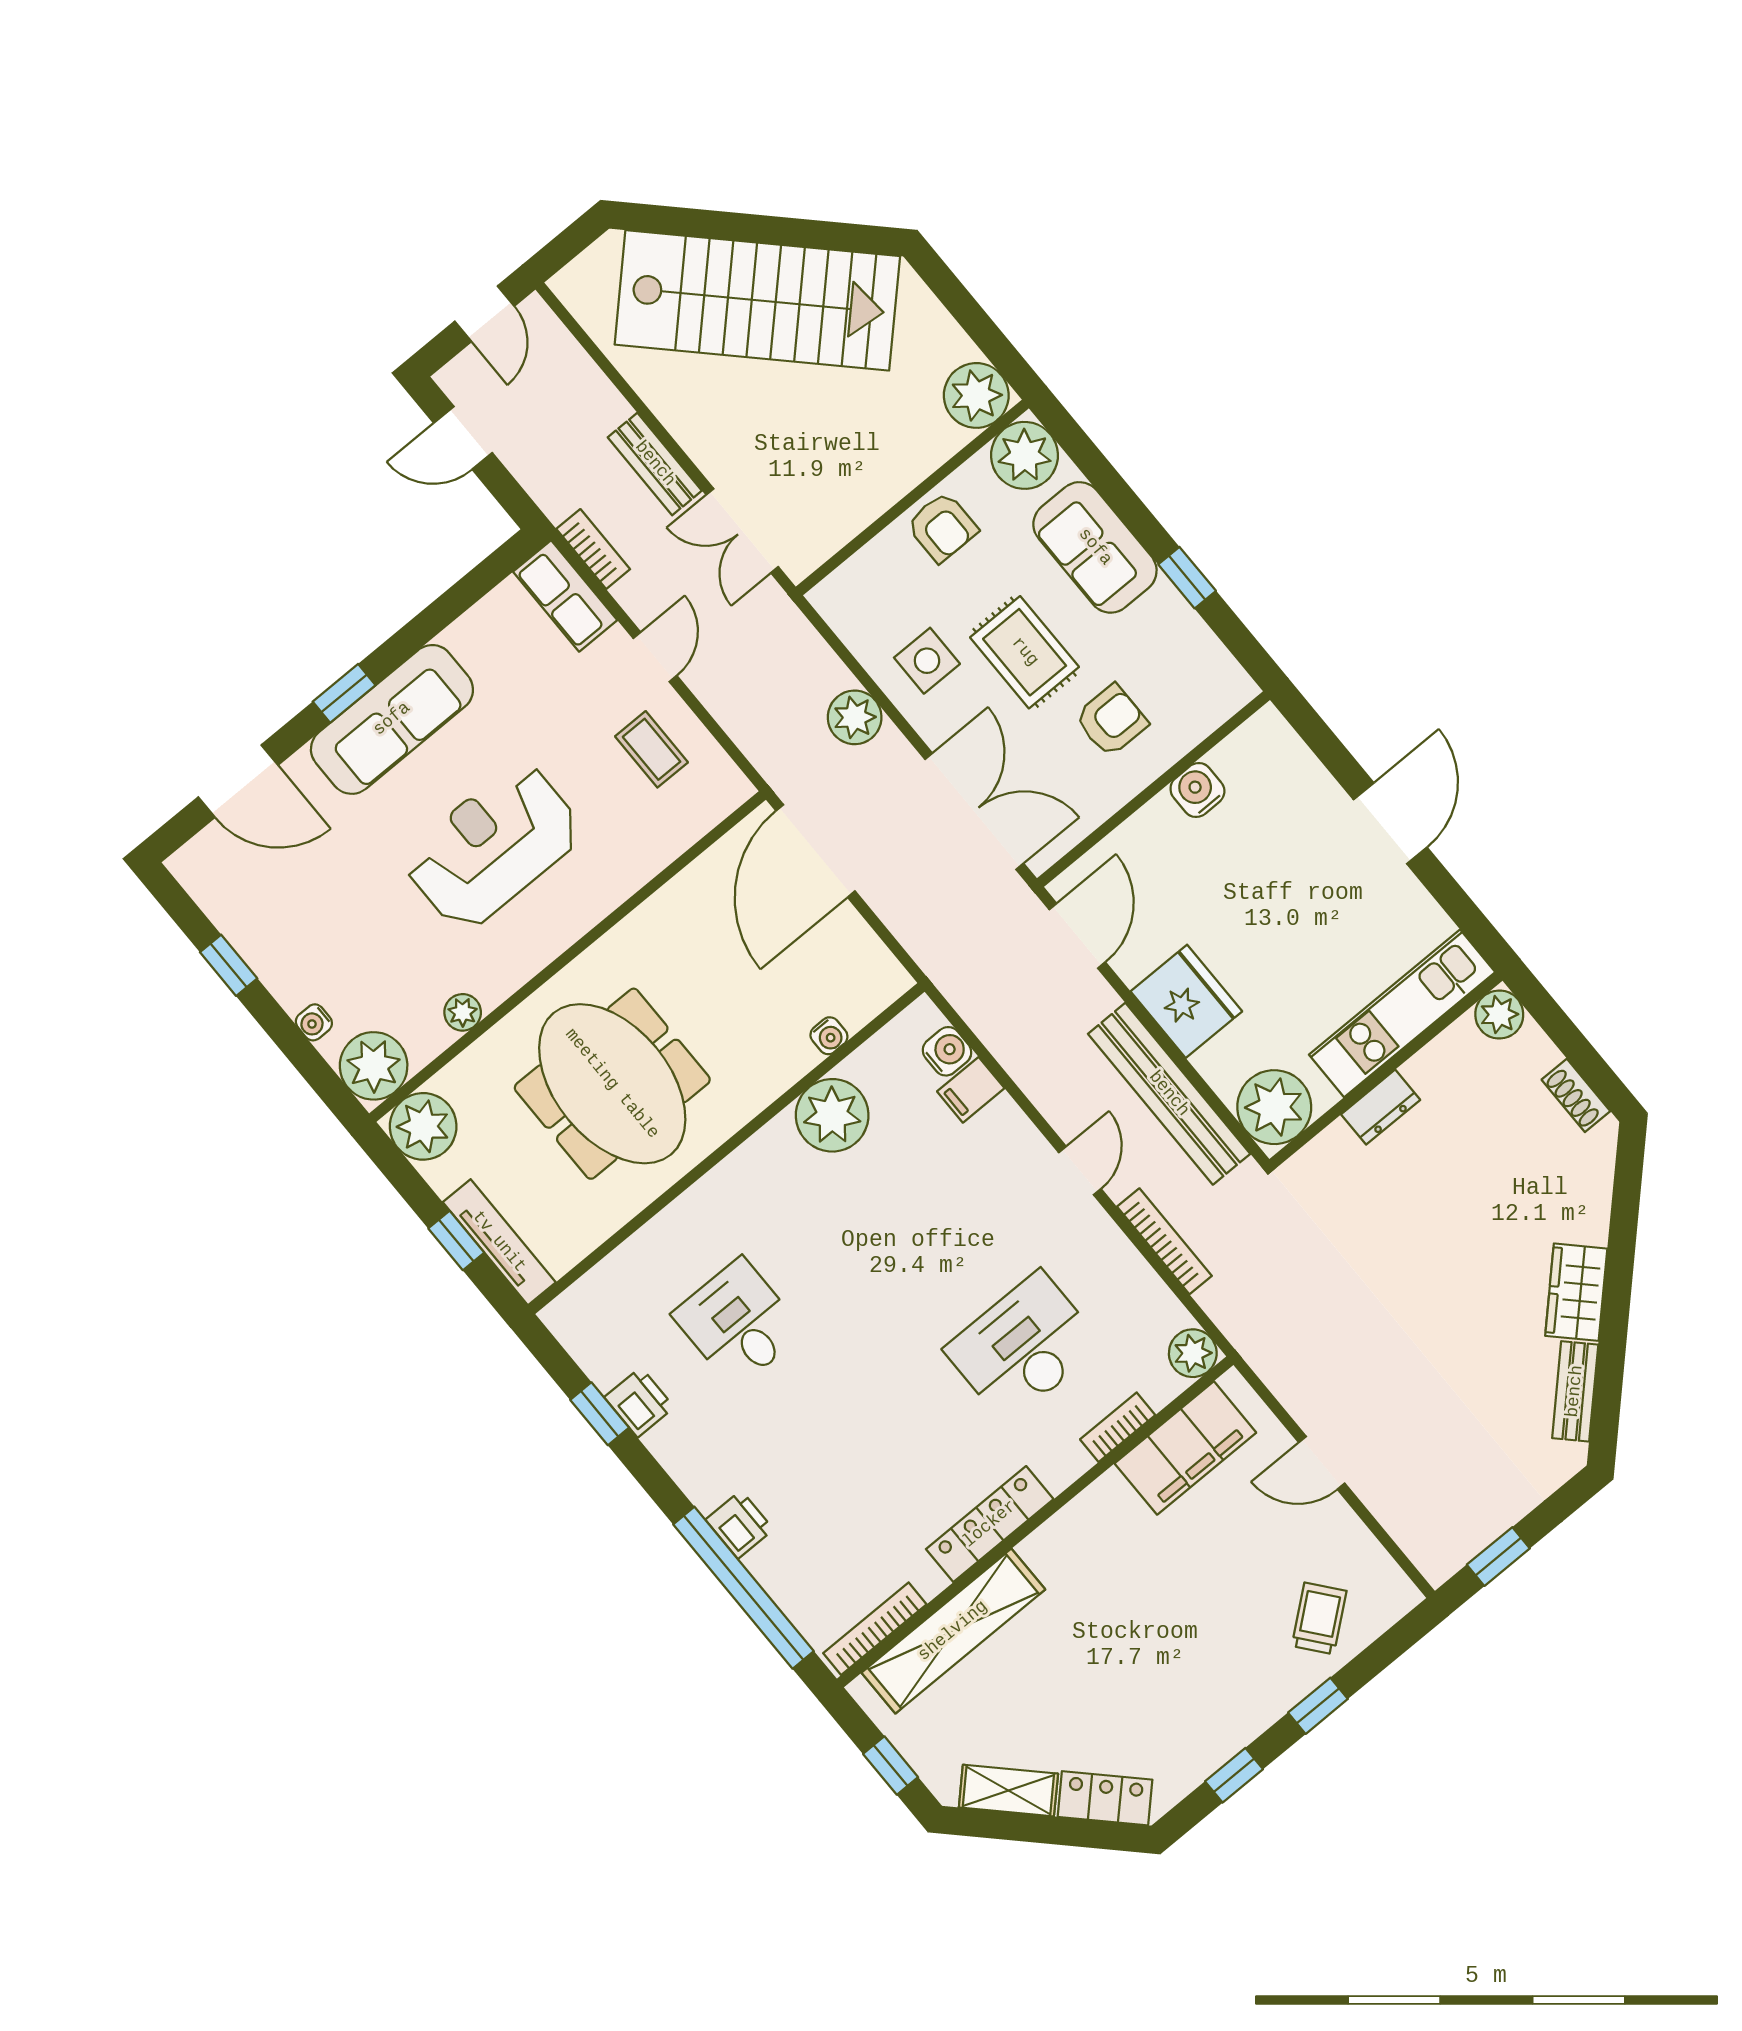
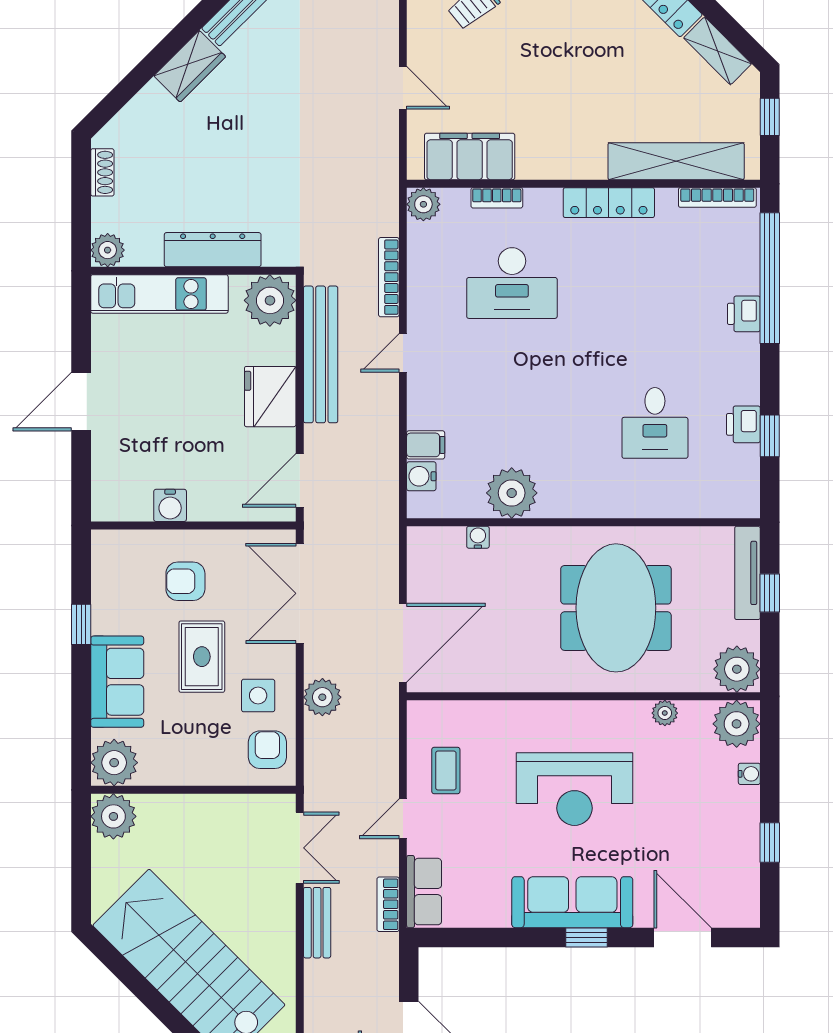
armchair: (942, 527) -> (267, 750), moved
dresser: (1381, 1107) -> (213, 250), width x1.96, depth x1.24

